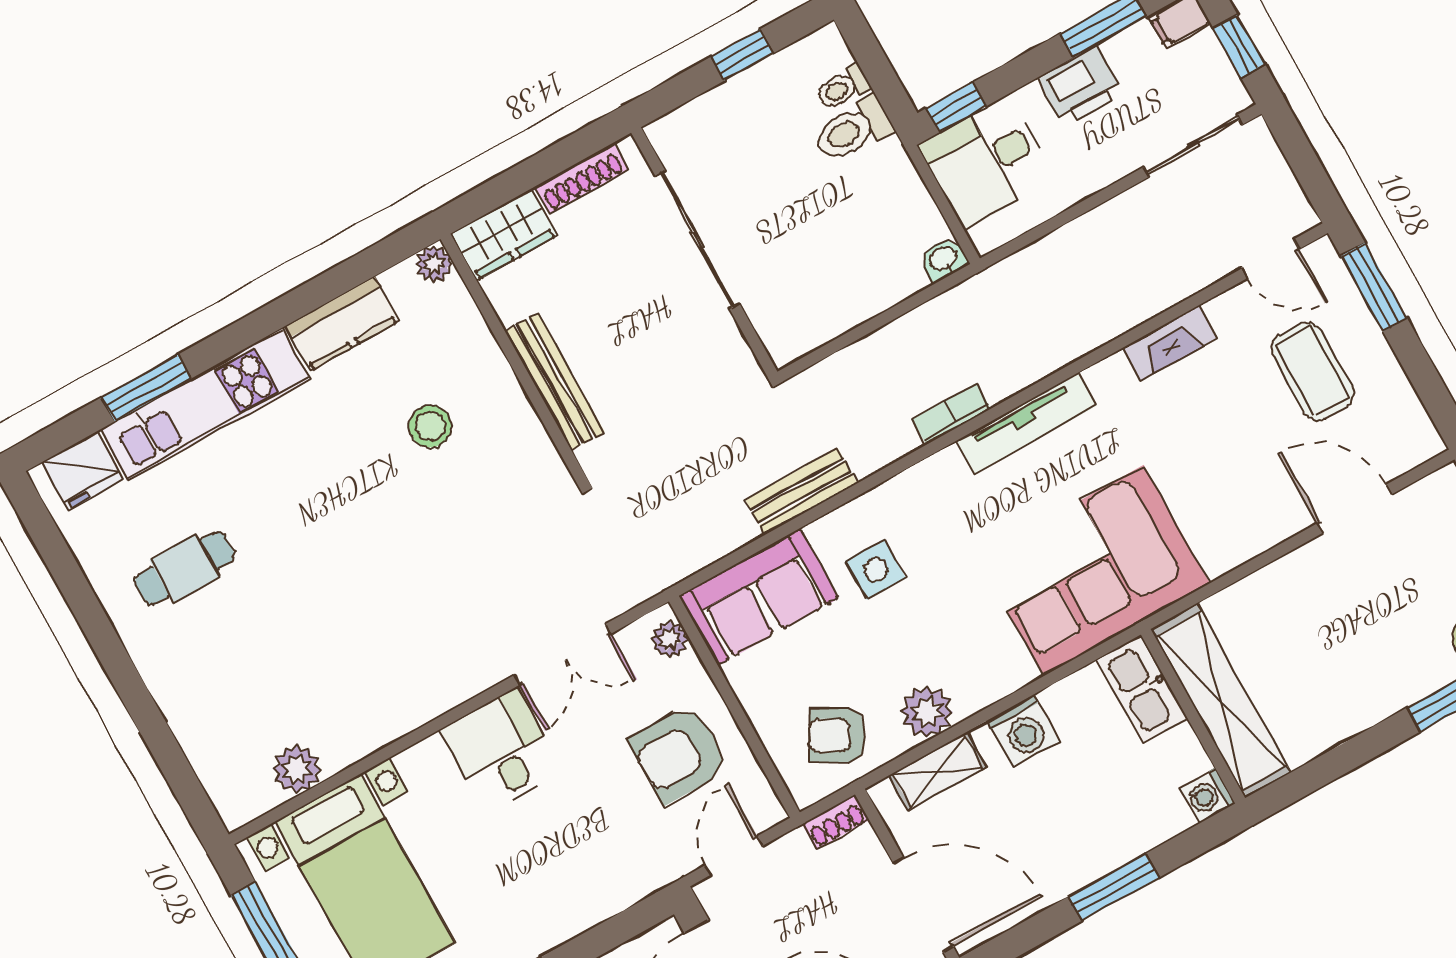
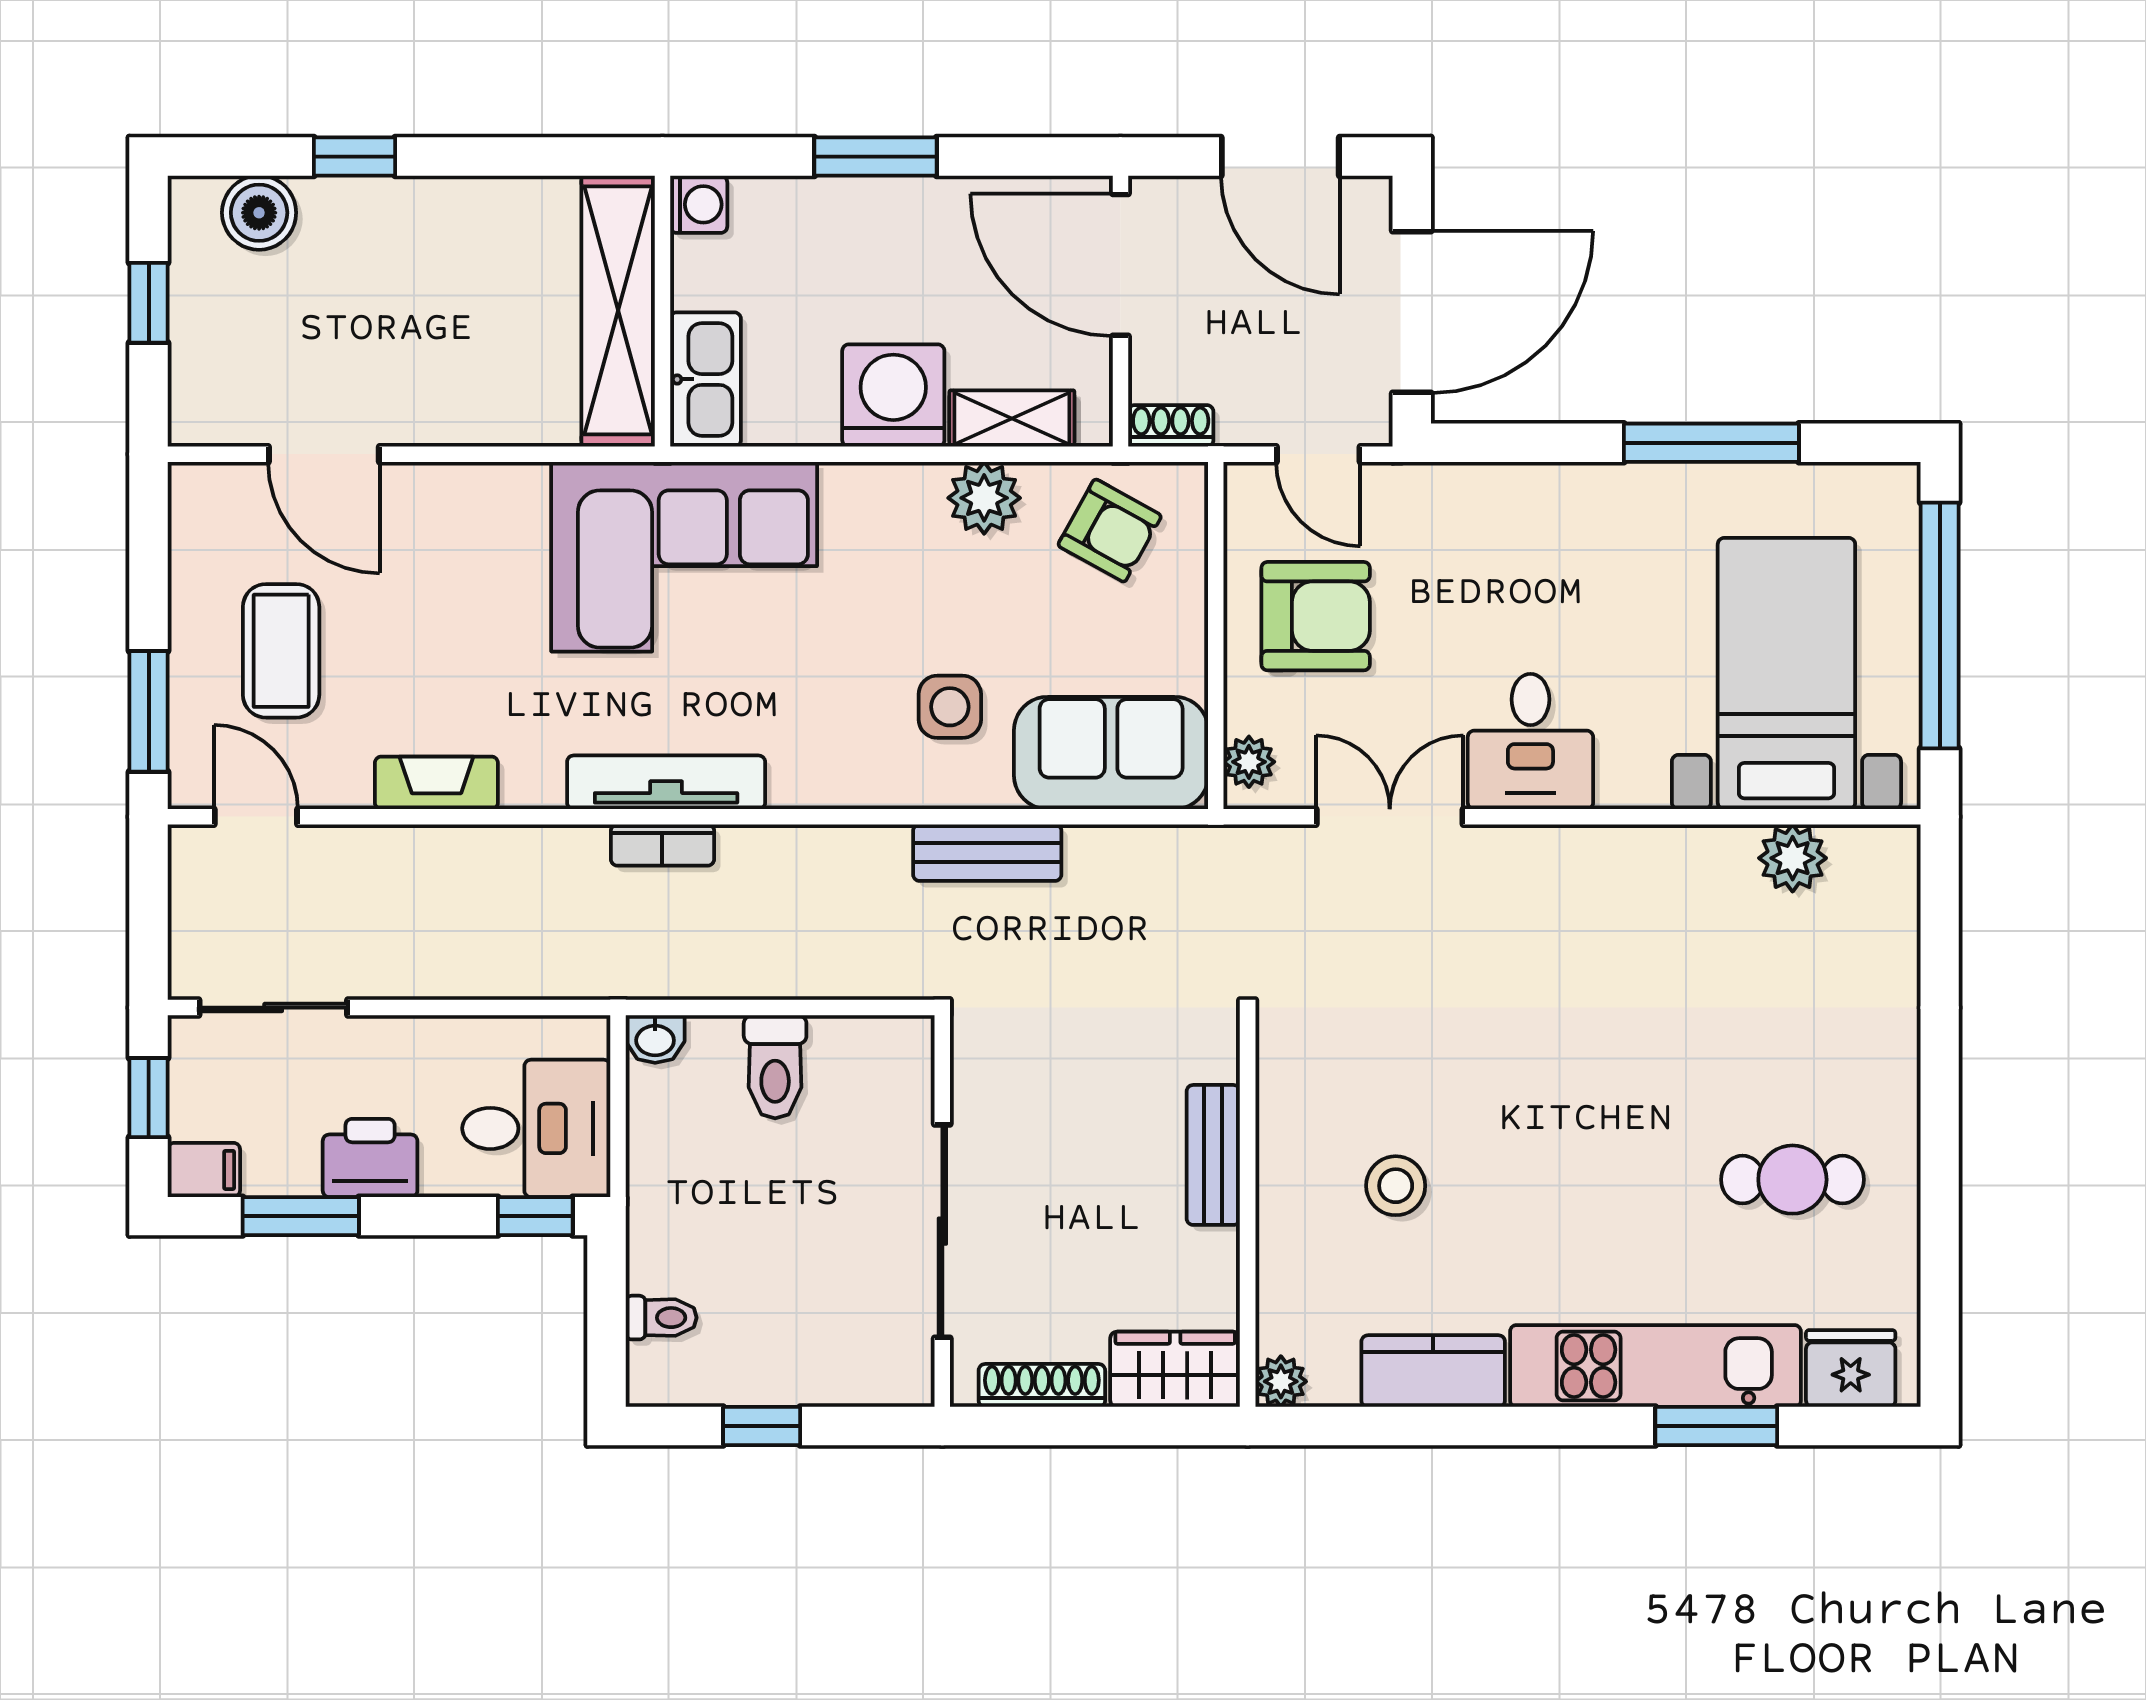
toilet: (853, 130) -> (775, 1067), moved, turned 90
bench: (555, 382) -> (1213, 1155), width x0.73
bookcase: (951, 414) -> (662, 845), moved
washing machine: (1023, 731) -> (893, 395), width x1.37, depth x1.37
door: (734, 856) -> (1318, 454), hinge flipped

